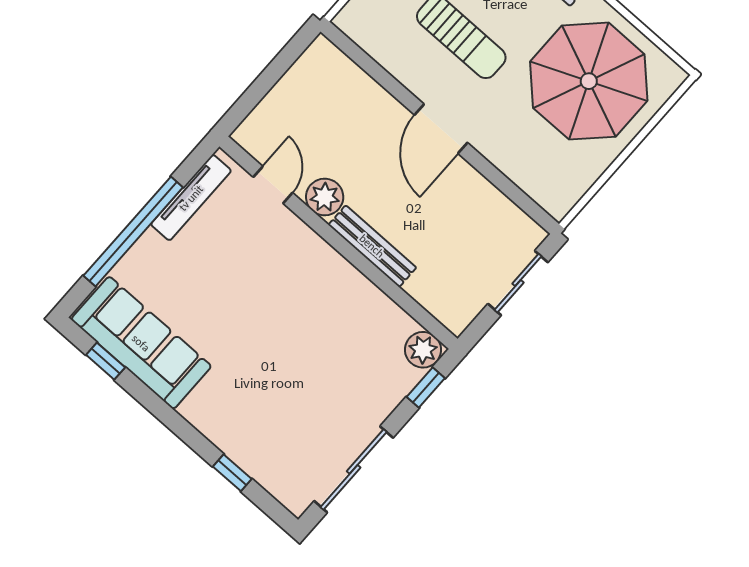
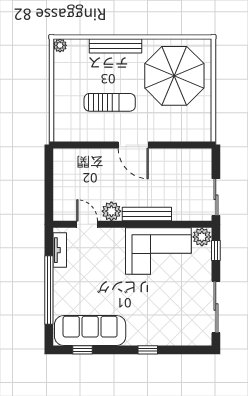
tv unit: (191, 198) -> (60, 250), width x0.71
sliding door: (518, 283) -> (216, 197), moved
corner sofa: (342, 315) -> (158, 251), added
window: (232, 473) -> (148, 350), moved

